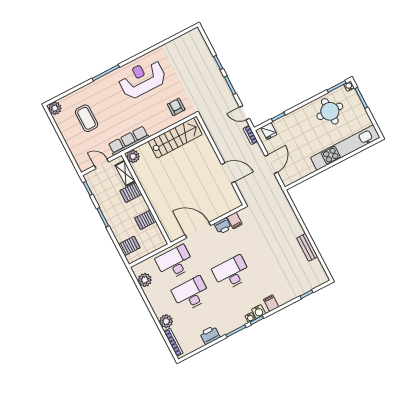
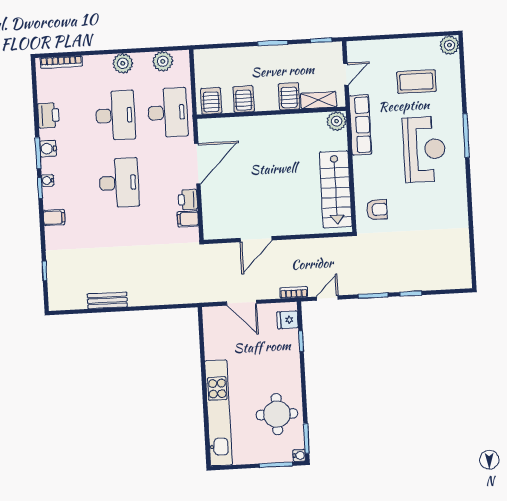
reception desk: (142, 79) -> (424, 149), moved
server rack: (129, 246) -> (211, 101), moved, turned 180
water cooler: (259, 312) -> (48, 149), moved
plant: (166, 321) -> (123, 63), moved

